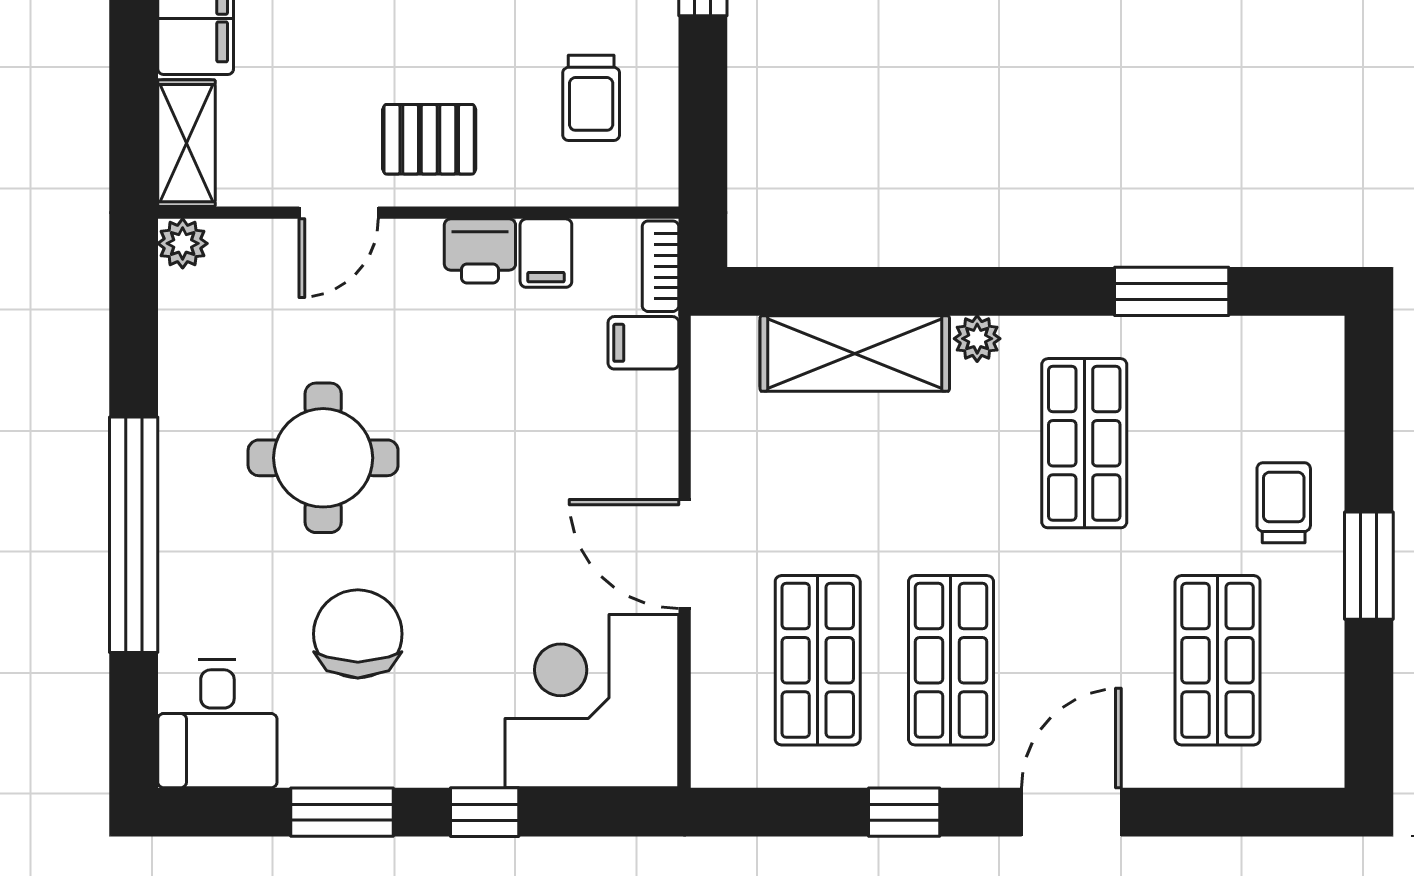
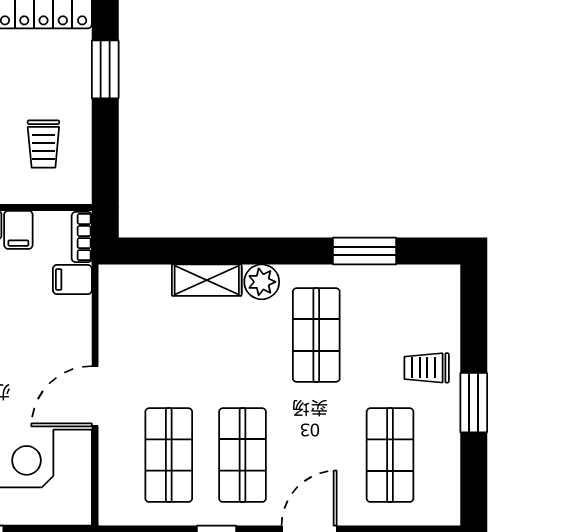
plant: (977, 339) -> (262, 282), width x1.38, depth x1.38
shelving: (855, 353) -> (207, 280), width x0.67, depth x0.75
trolley: (1284, 503) -> (427, 368), turned -90
door: (685, 554) -> (95, 396), hinge flipped

